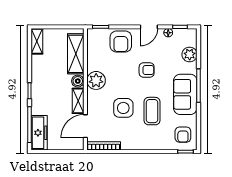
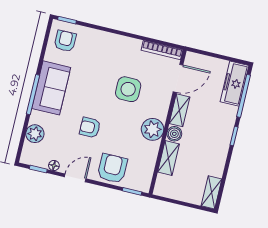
shelving: (76, 54) -> (169, 158), width x0.67, depth x0.75
coffee table: (152, 111) -> (95, 77), removed

